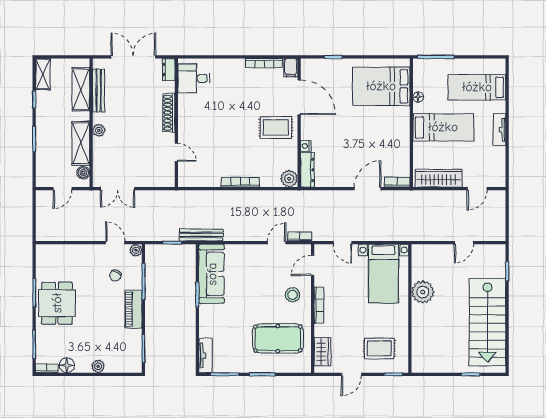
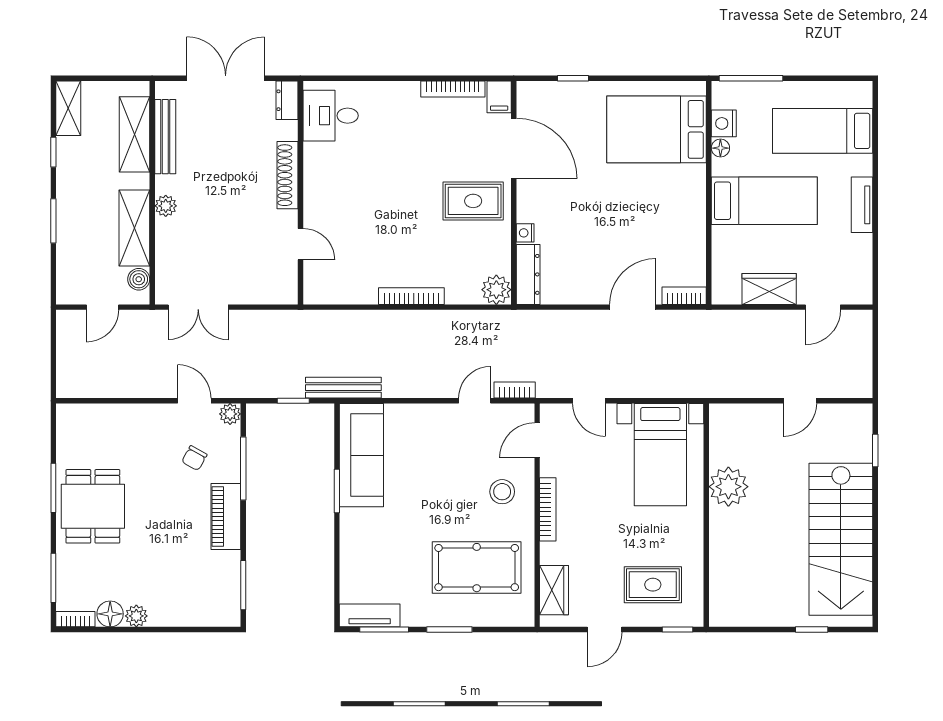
nightstand: (420, 83) -> (724, 123), added
wardrobe: (438, 178) -> (769, 289), width x0.67
tv unit: (205, 355) -> (370, 615), moved, turned -90
plant: (98, 366) -> (136, 616), moved

